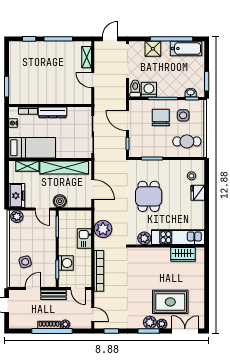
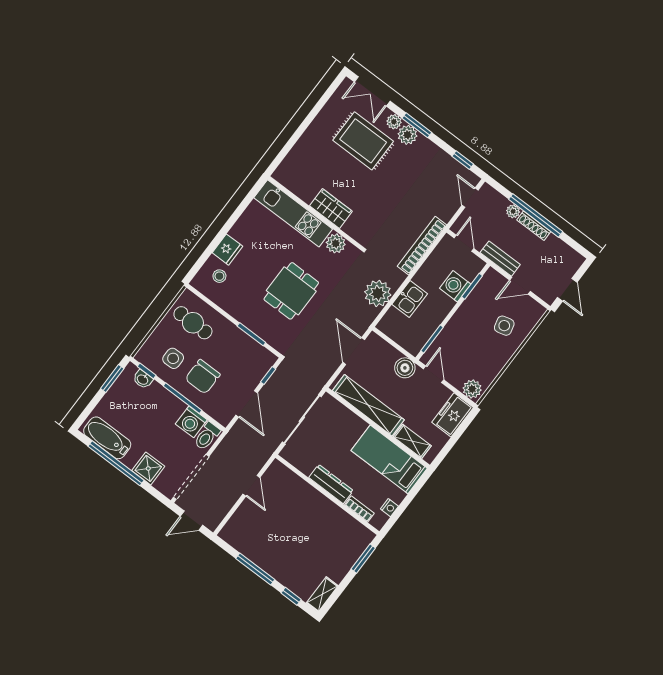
shelving: (87, 57) -> (322, 594), moved
wardrobe: (183, 254) -> (331, 209), moved

